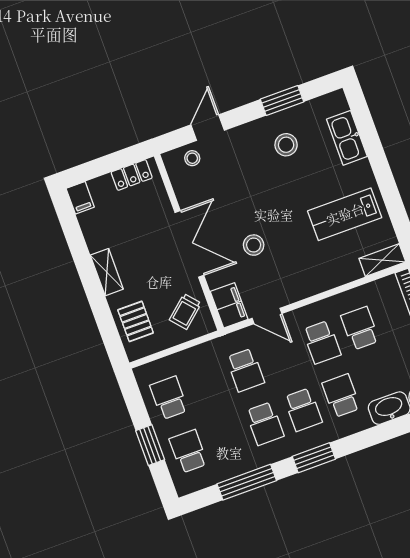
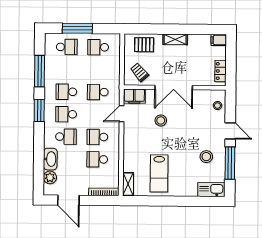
window: (282, 100) -> (230, 163), width x1.44
door: (208, 128) -> (230, 131), moved
kitchen sink: (347, 138) -> (211, 190), moved
lab bench: (345, 214) -> (159, 173), turned 180
school desk: (360, 328) -> (97, 159), turned 180
school desk: (169, 398) -> (98, 47), turned 180
window: (150, 445) -> (77, 28), width x1.44

